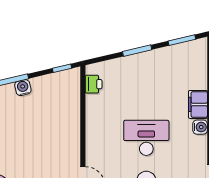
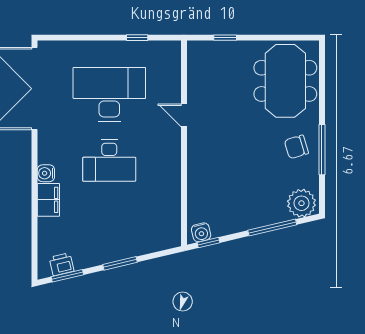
printer: (94, 84) -> (62, 264), moved, turned 77
water cooler: (23, 88) -> (201, 232), moved

